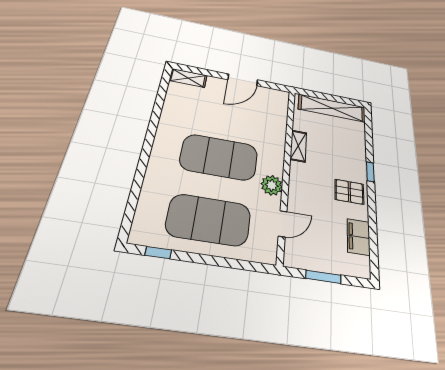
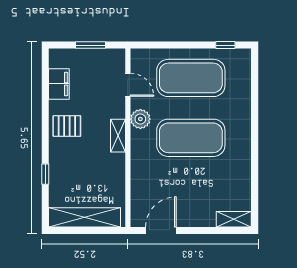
door: (243, 80) -> (161, 231), moved
shelving: (298, 146) -> (118, 136), moved
window: (370, 172) -> (45, 174), moved
door: (283, 224) -> (128, 85), swing flipped

